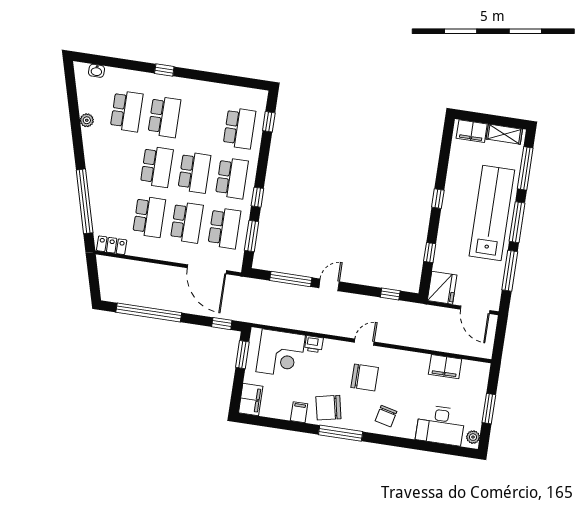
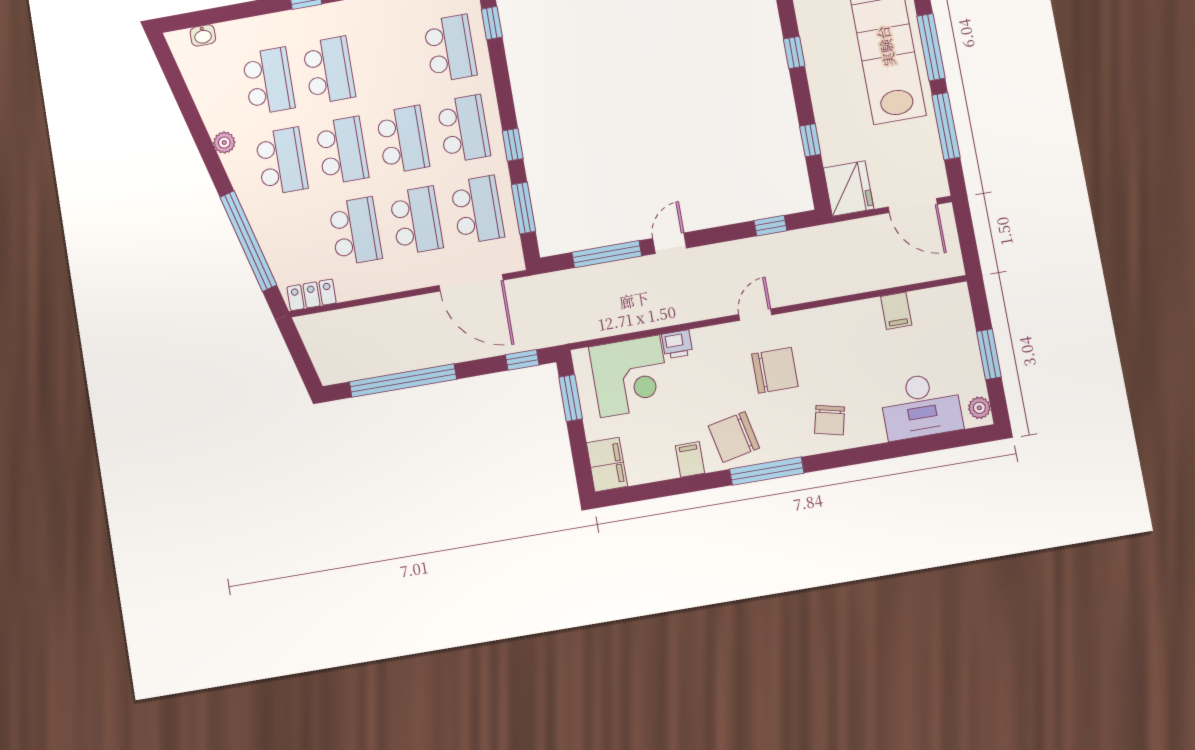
plant: (87, 120) -> (224, 143), moved
school desk: (119, 161) -> (282, 161), added
filing cabinet: (445, 367) -> (896, 311), width x0.50

